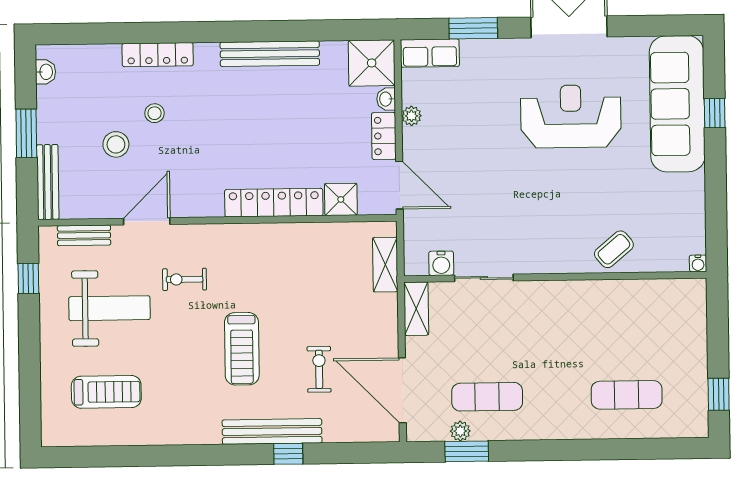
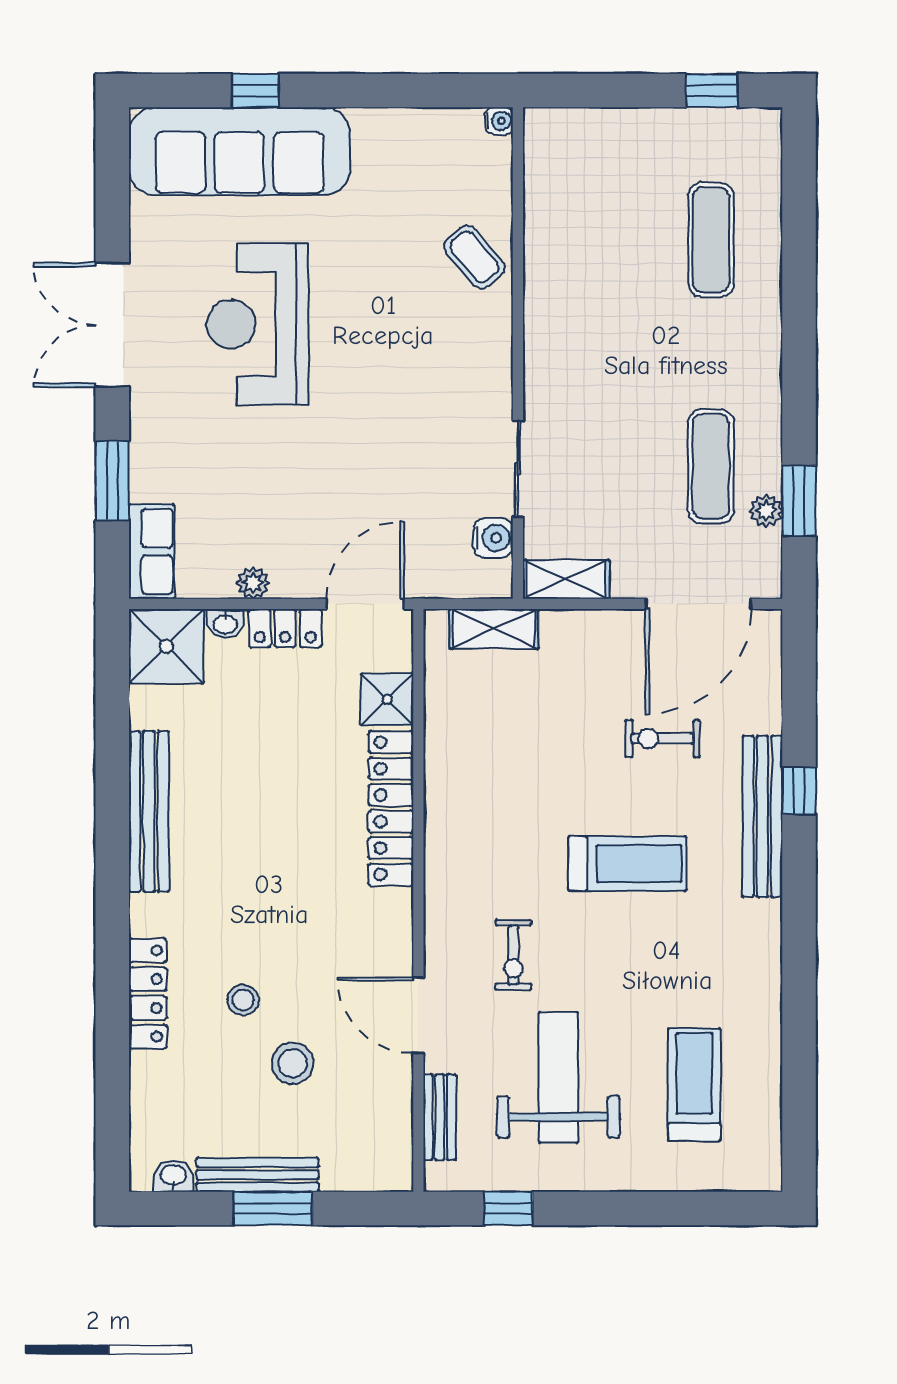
bench: (48, 182) -> (258, 1175), moved

